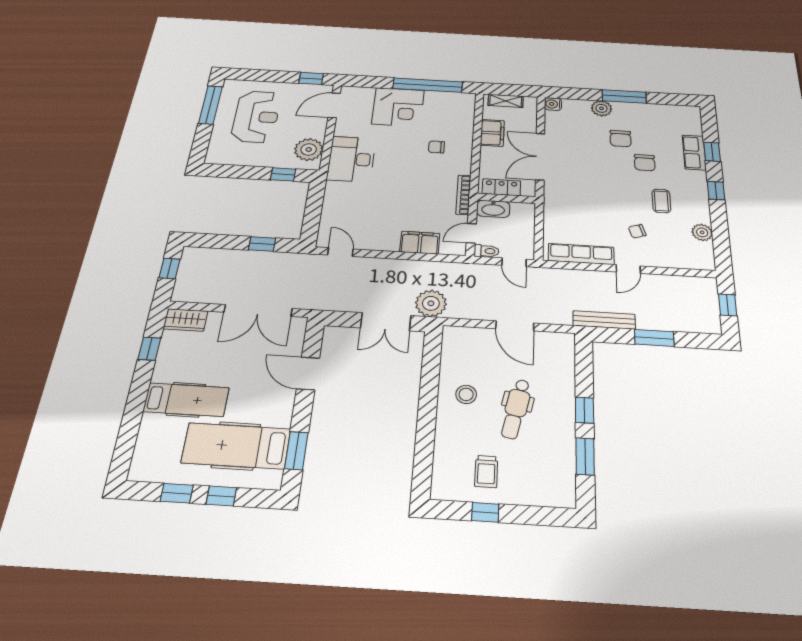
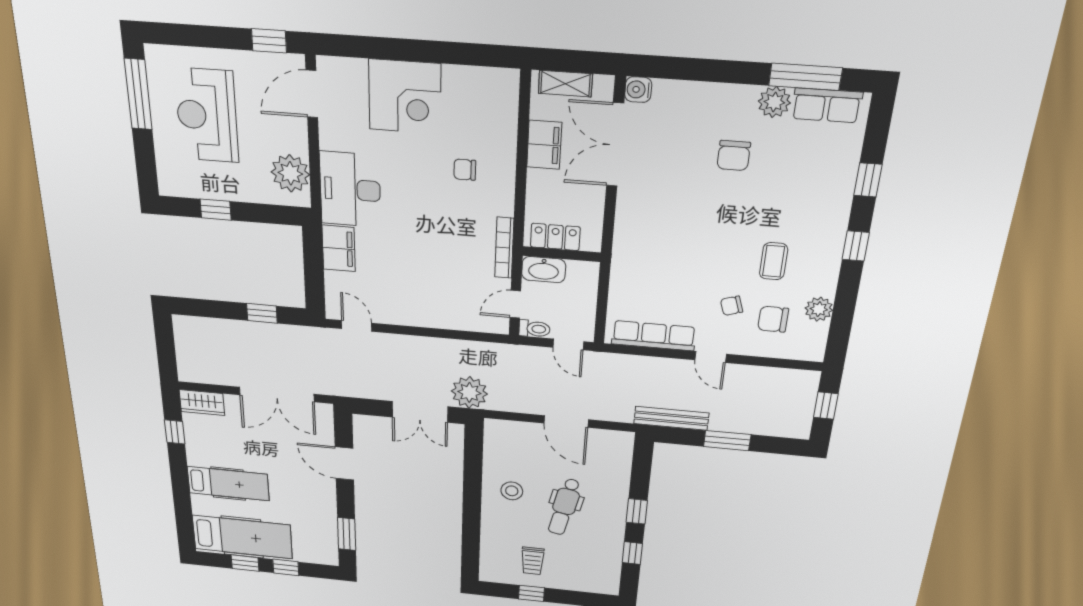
window: (428, 85) -> (446, 53), removed
window: (624, 96) -> (805, 77), moved
plant: (602, 108) -> (774, 102), moved
reception desk: (256, 117) -> (207, 115), turned 180
row of seats: (694, 152) -> (827, 105), moved, turned -90
double door: (540, 157) -> (615, 145), moved
chair: (645, 163) -> (773, 319), moved, turned 90
window: (283, 174) -> (216, 210), moved
filing cabinet: (420, 243) -> (339, 248), moved, turned 90
window: (170, 268) -> (165, 342), removed
door: (628, 269) -> (711, 357), hinge flipped
hospital bed: (236, 446) -> (242, 537), moved, turned 180
window: (585, 456) -> (632, 553), width x0.67

